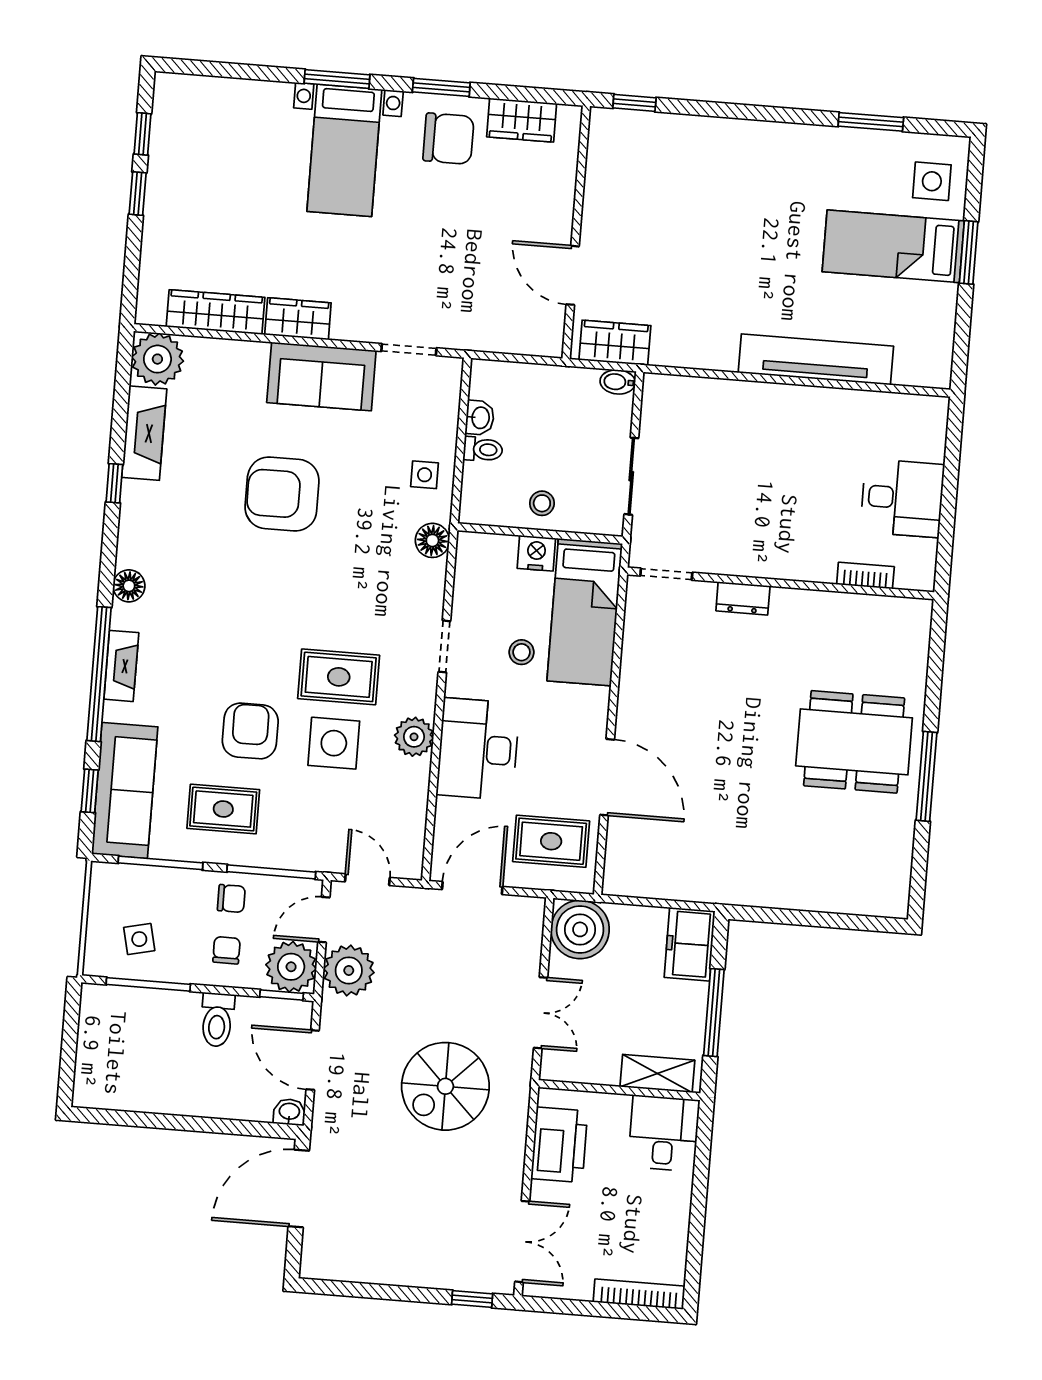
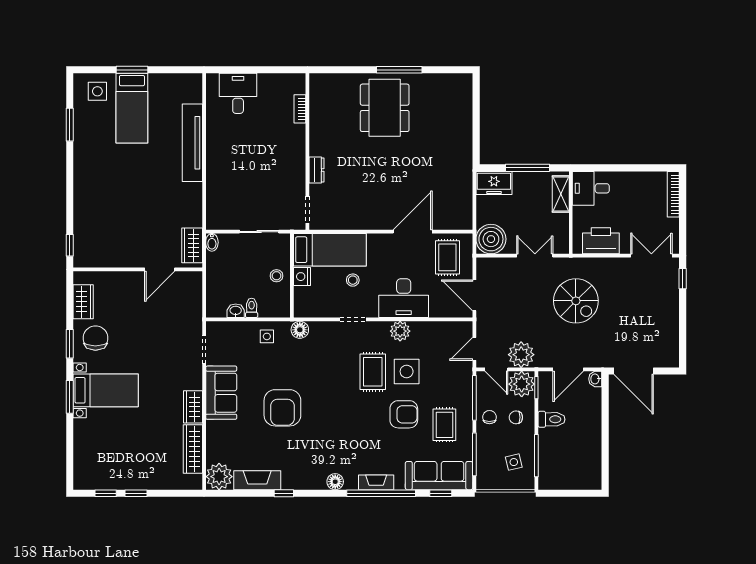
desk: (902, 498) -> (238, 93), moved
armchair: (250, 731) -> (404, 414), turned 180

